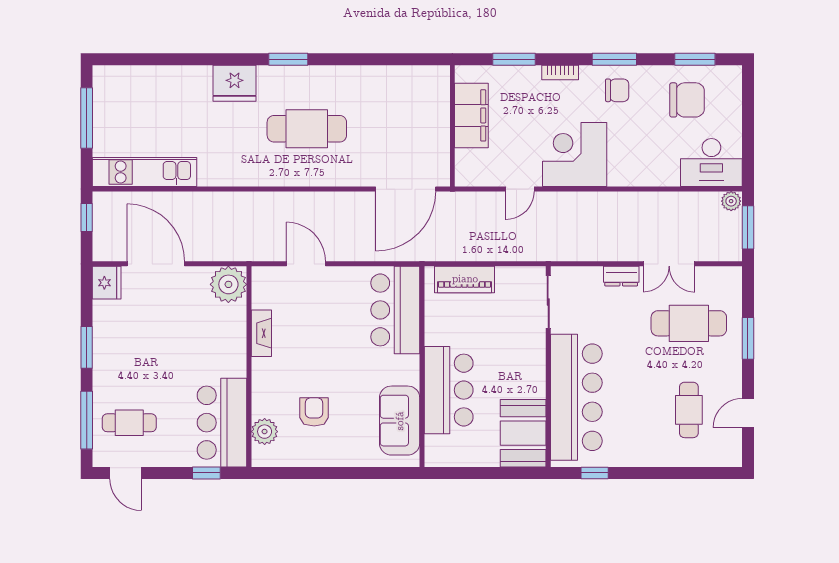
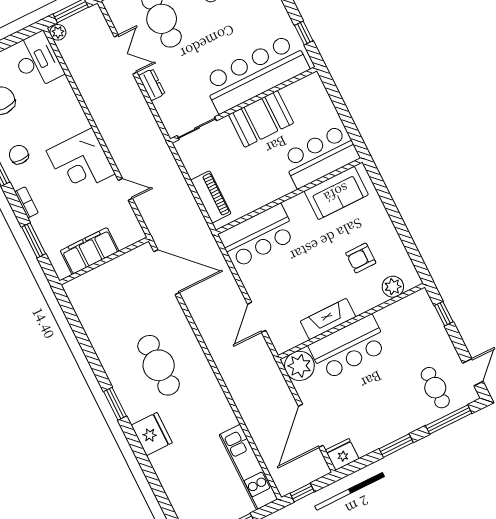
fireplace: (261, 333) -> (328, 319), width x1.37, depth x1.32
bar counter: (449, 390) -> (321, 156), moved
bar counter: (222, 423) -> (348, 347), moved
booth: (523, 433) -> (261, 119), moved

